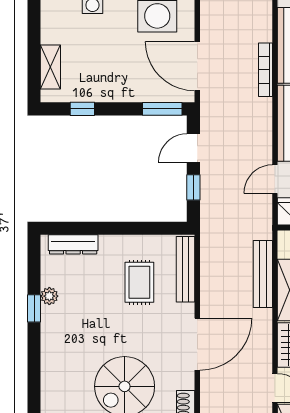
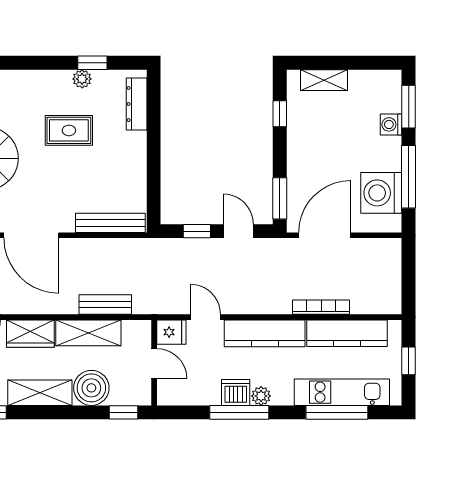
bench: (263, 274) -> (105, 305), width x0.73
rug: (139, 282) -> (69, 130), moved
window: (34, 308) -> (92, 63), moved

